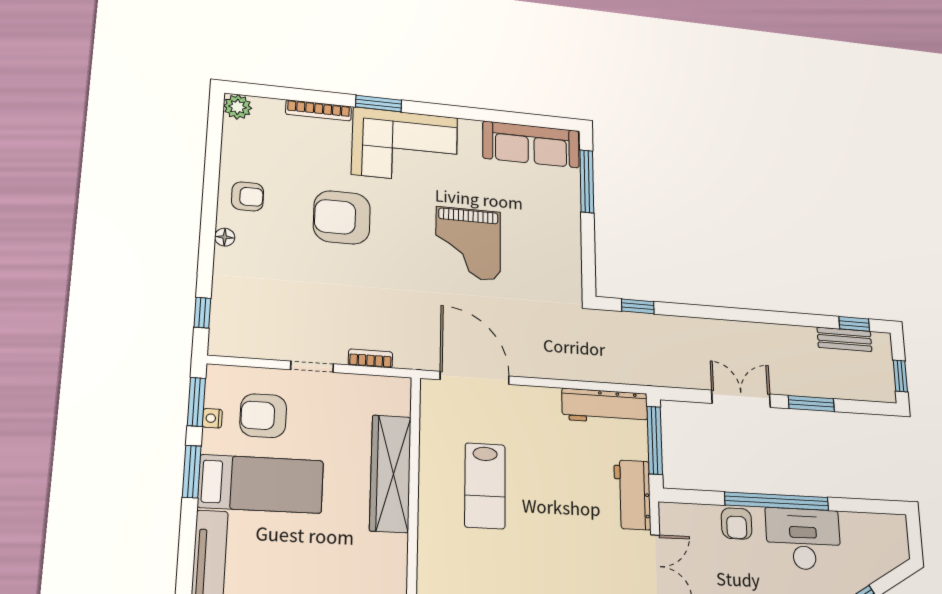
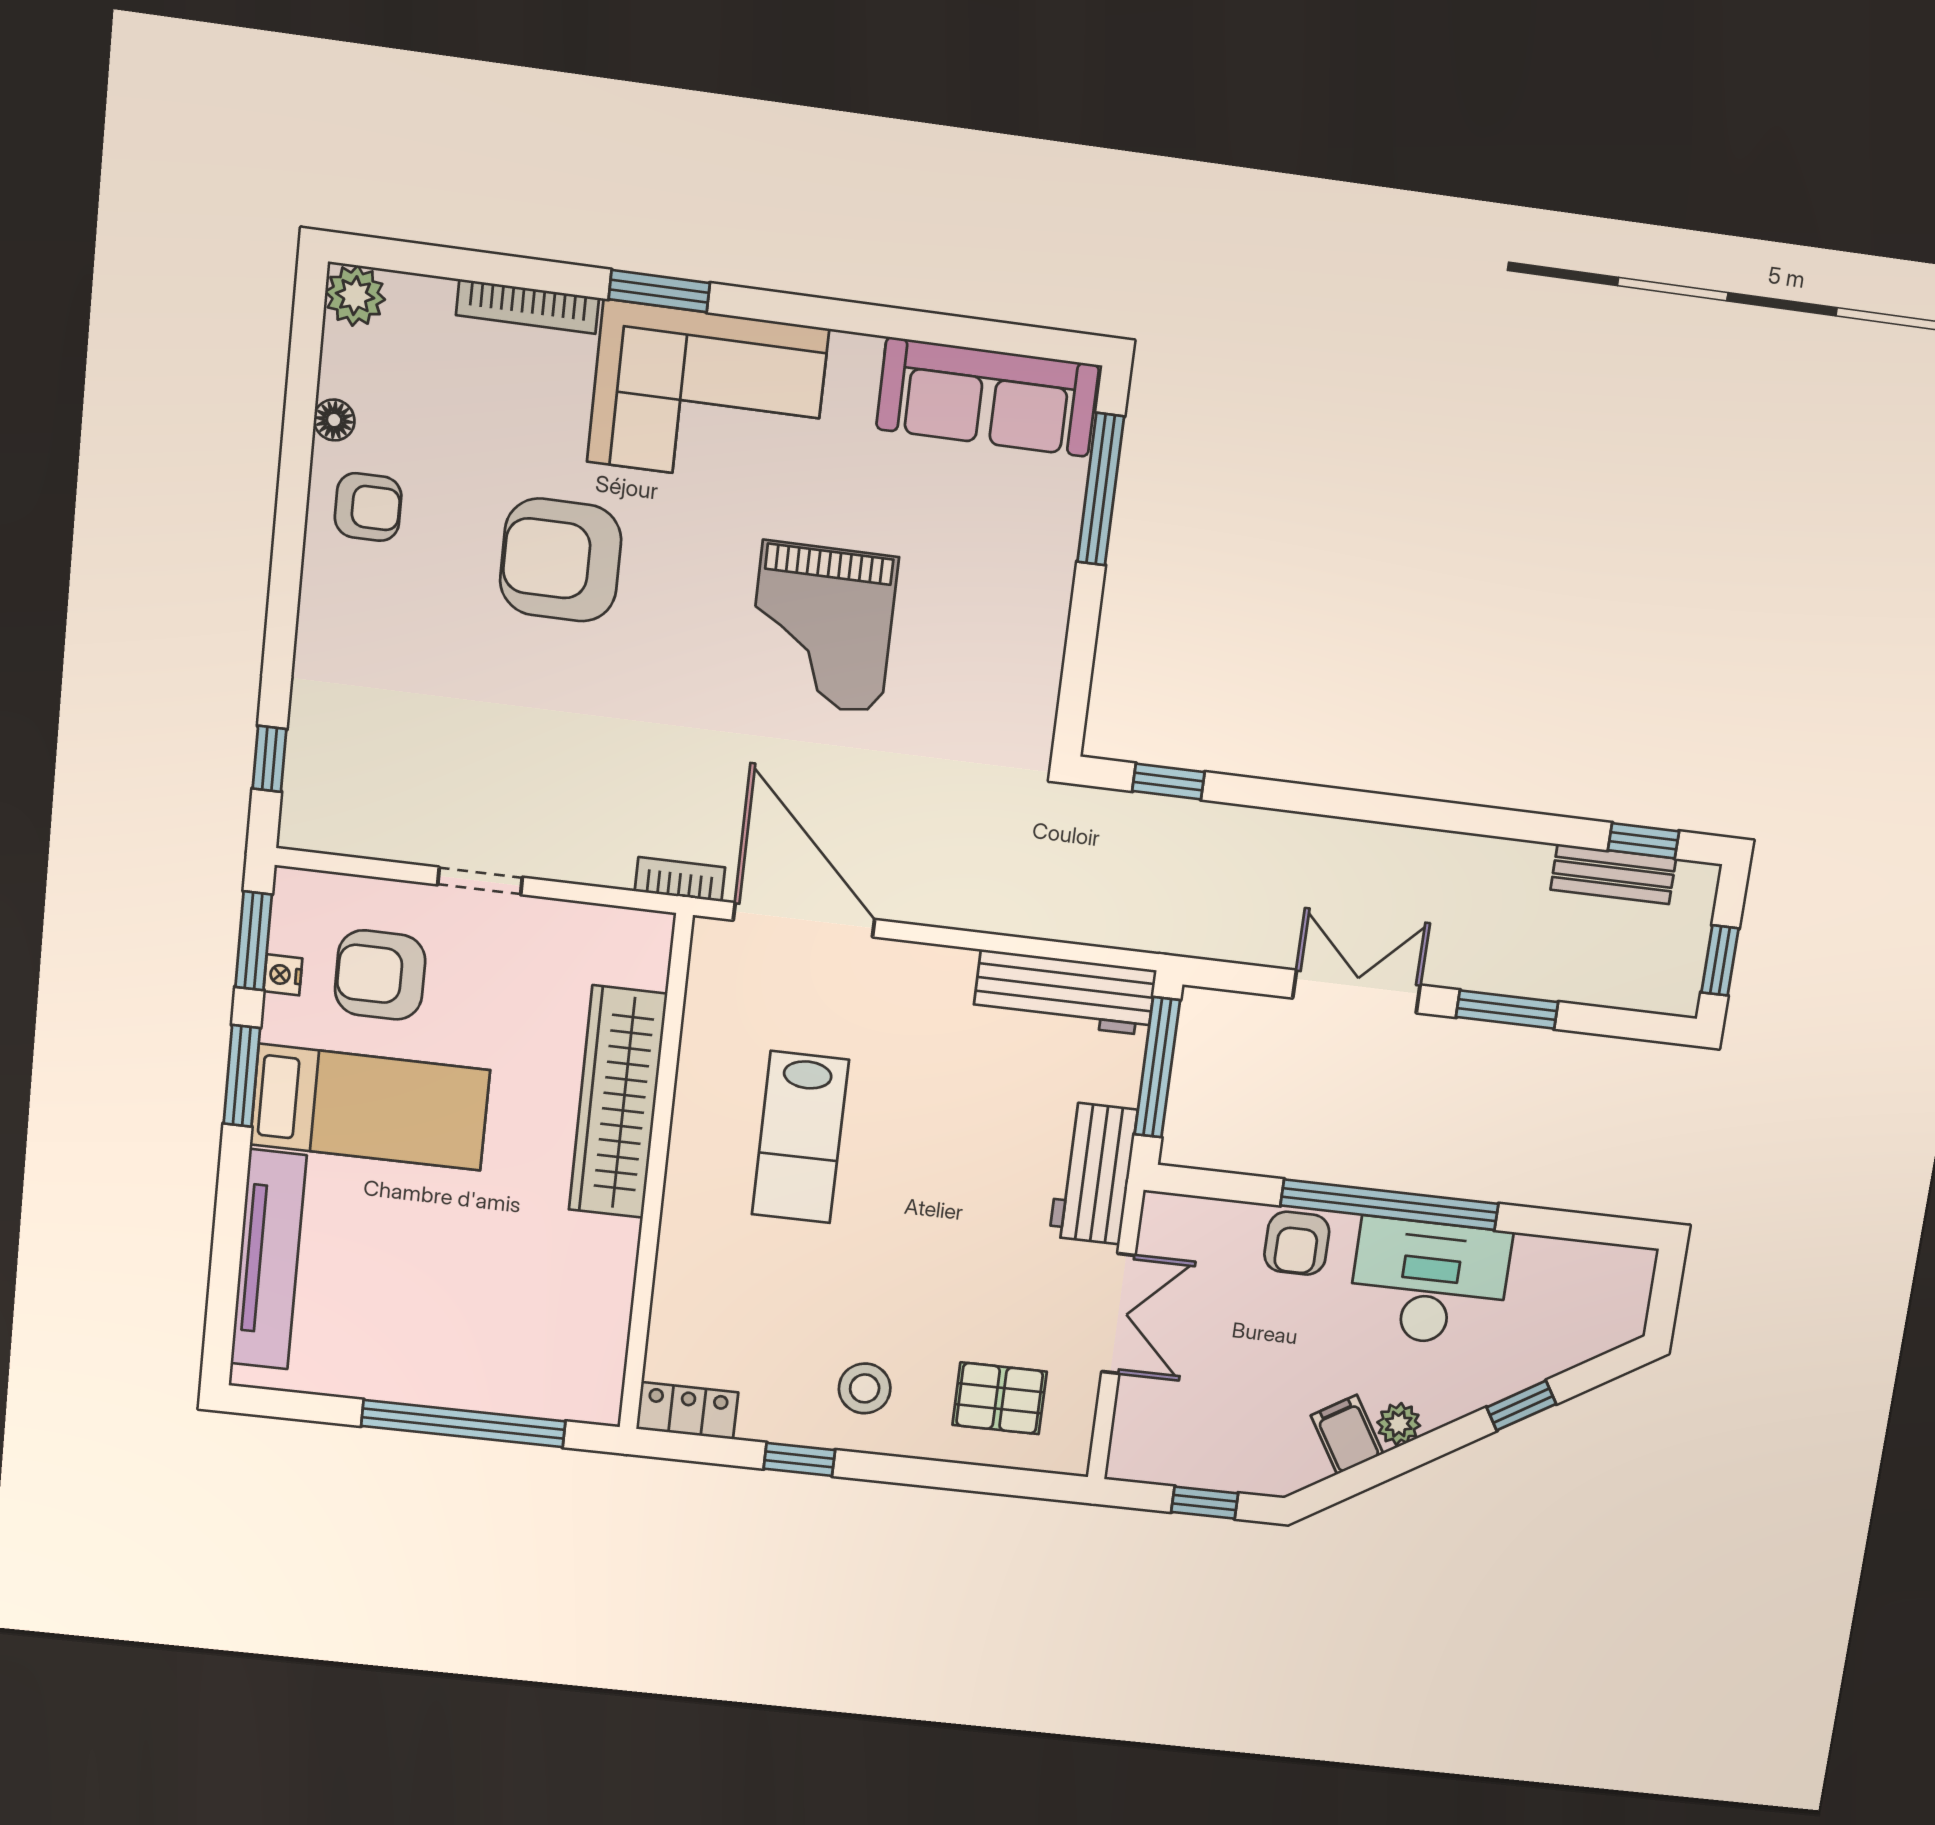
floor lamp: (225, 237) -> (334, 420), moved
bookcase: (370, 358) -> (680, 879), moved

